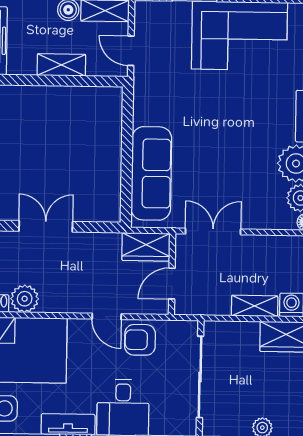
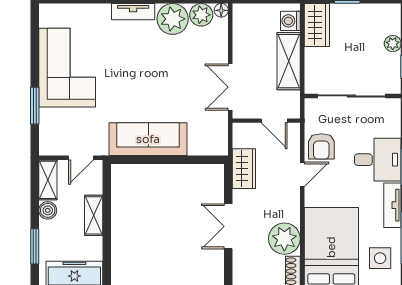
sofa: (151, 173) -> (148, 139), moved
wardrobe: (146, 247) -> (244, 169), moved
plant: (25, 299) -> (284, 239), width x1.36, depth x1.36
shelving: (255, 306) -> (289, 61), width x1.50, depth x1.33

